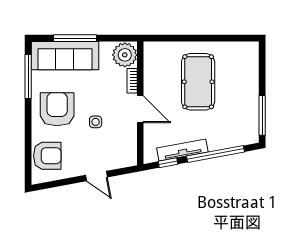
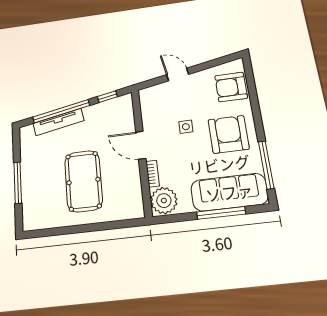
armchair: (57, 109) -> (229, 134), turned 180
window: (262, 115) -> (18, 183), moved
tv unit: (182, 150) -> (58, 122), moved

